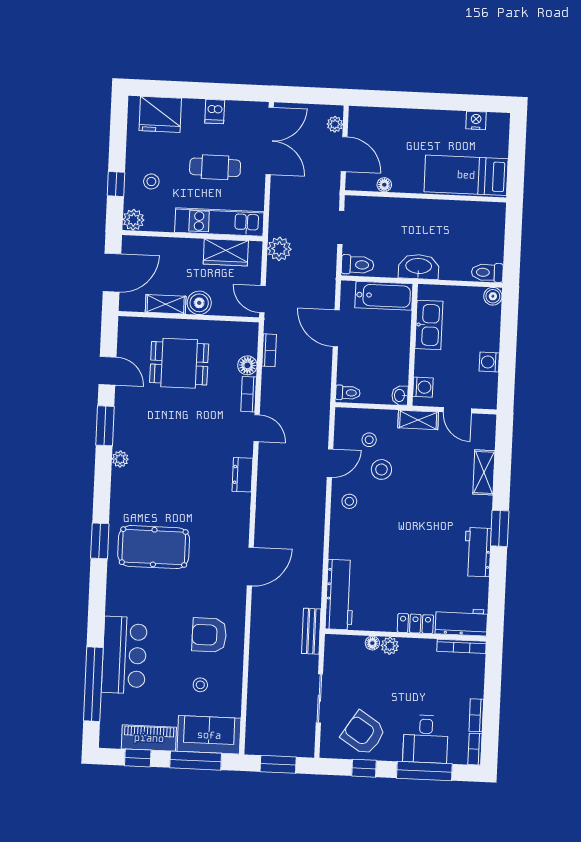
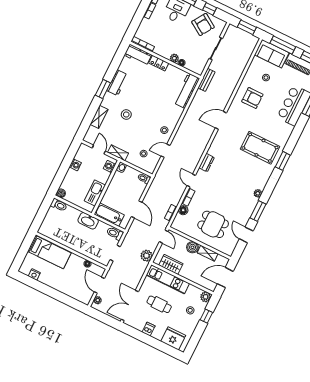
stool: (381, 469) -> (126, 114), moved

